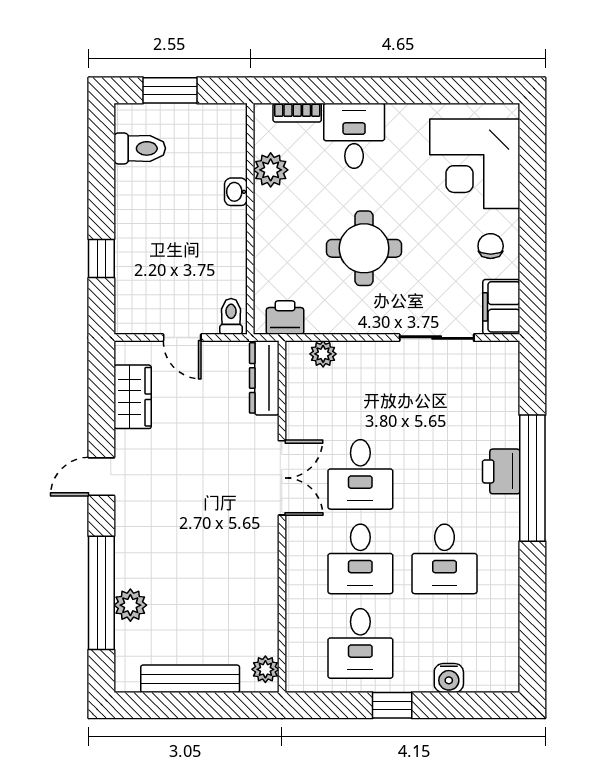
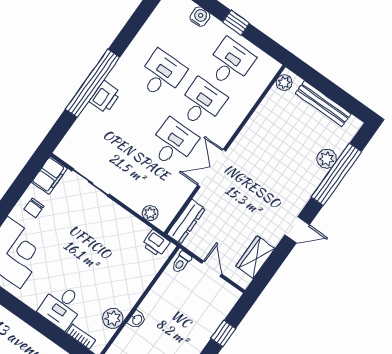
round table: (364, 248) -> (95, 250), removed

